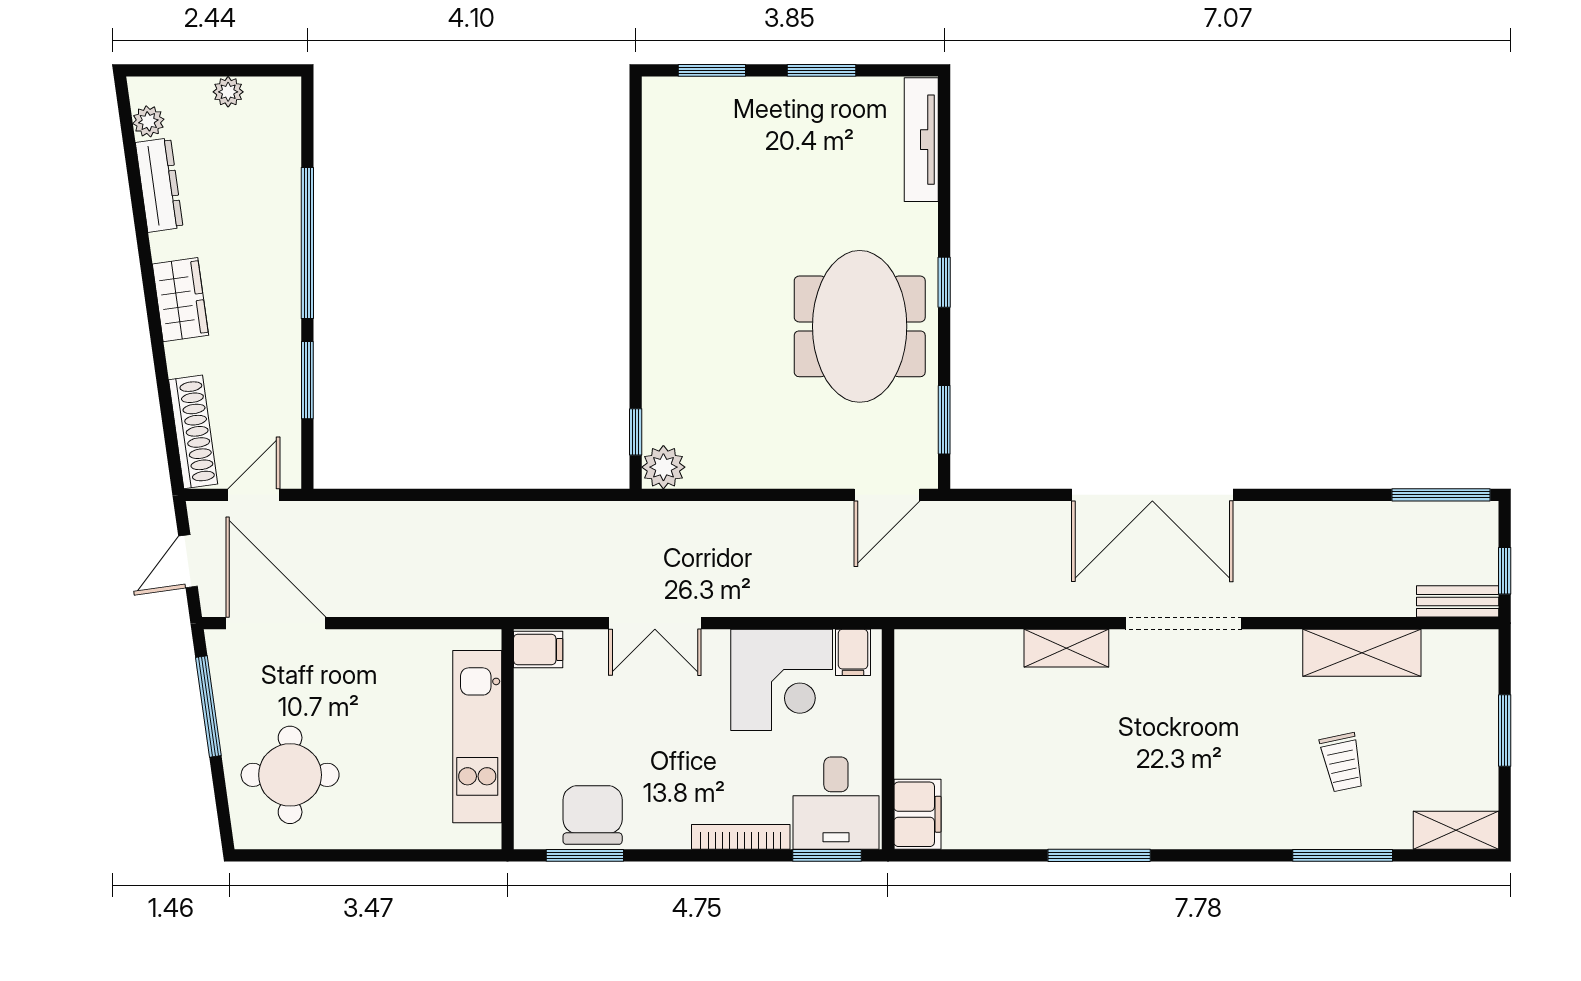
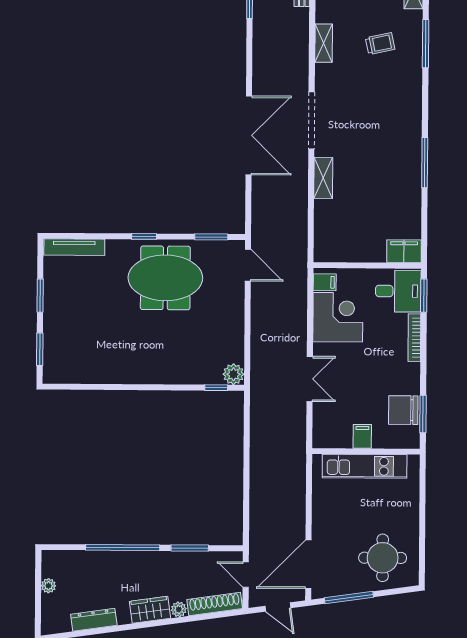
plant: (148, 121) -> (179, 609), moved
filing cabinet: (538, 649) -> (362, 436), moved
shelving: (1362, 653) -> (324, 43), width x0.67, depth x0.75

